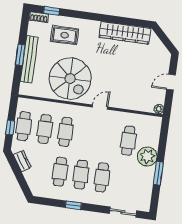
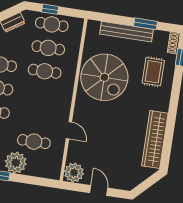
window: (20, 55) -> (146, 24), moved
spiral stairs: (70, 79) -> (104, 77), turned -90
door: (100, 107) -> (69, 130), moved
plant: (159, 109) -> (74, 173), width x1.88, depth x1.88

